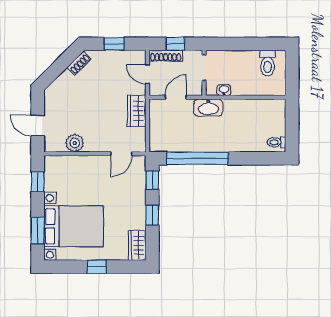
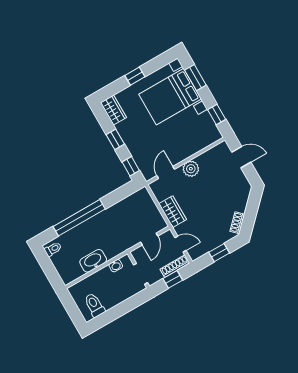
washbasin: (208, 108) -> (93, 261), moved
plant: (75, 143) -> (191, 169), moved
window: (198, 158) -> (79, 218), moved

